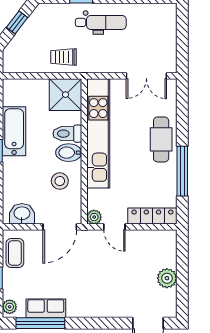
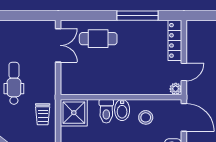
kitchen unit: (98, 133) -> (106, 85), removed
cafe table: (161, 139) -> (98, 39), moved

